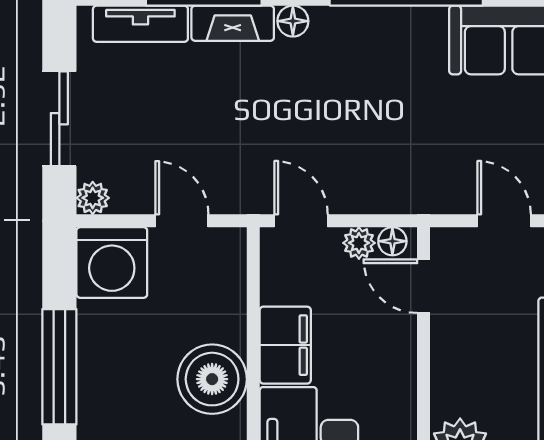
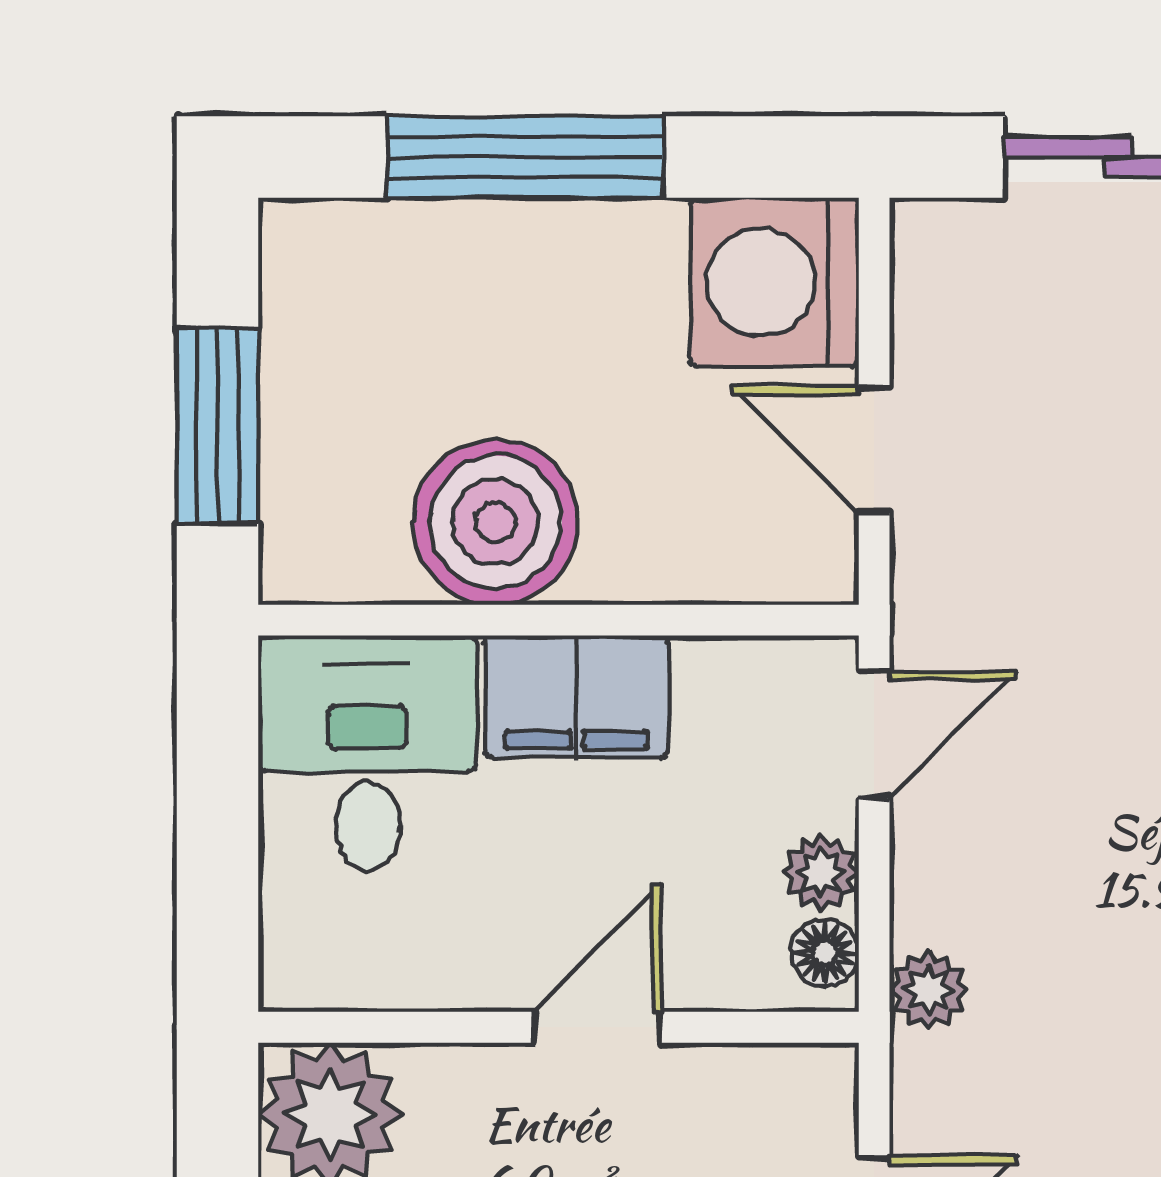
plant: (93, 198) -> (928, 990), moved
door: (182, 221) -> (874, 450), swing flipped
door: (424, 286) -> (598, 1027), moved

